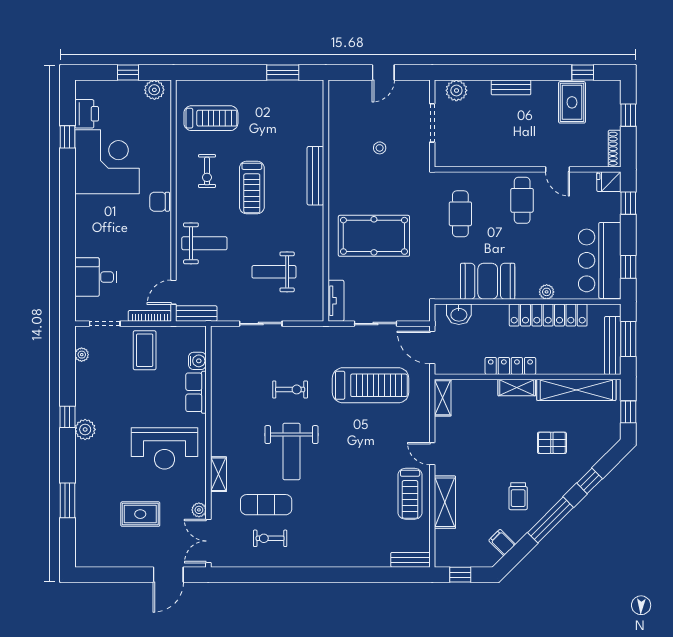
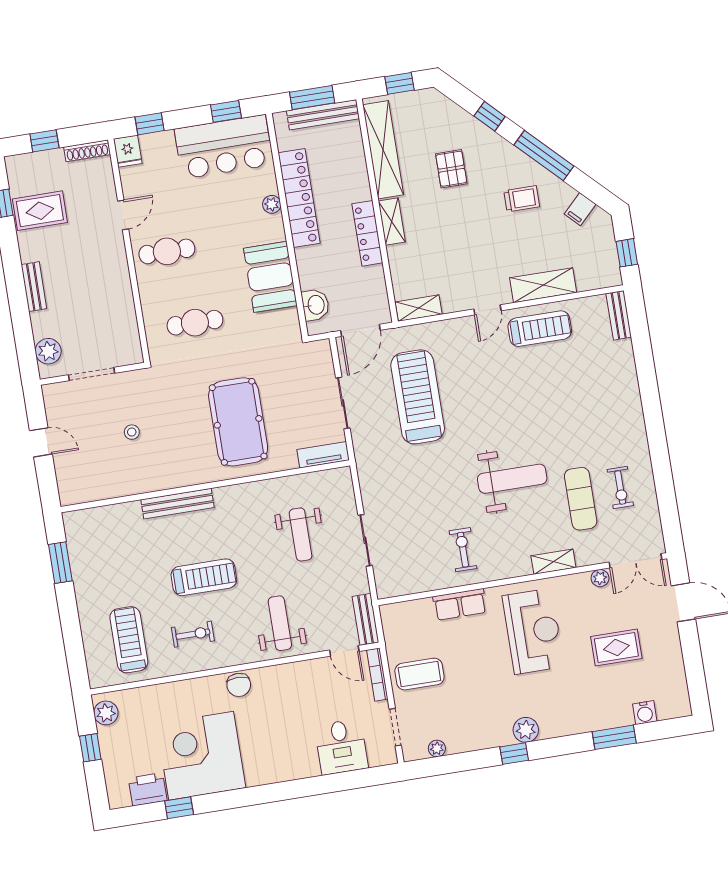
water cooler: (197, 361) -> (645, 713), moved, turned 180
exercise bike: (290, 389) -> (463, 550), moved
rug: (140, 514) -> (616, 648), turned 90

